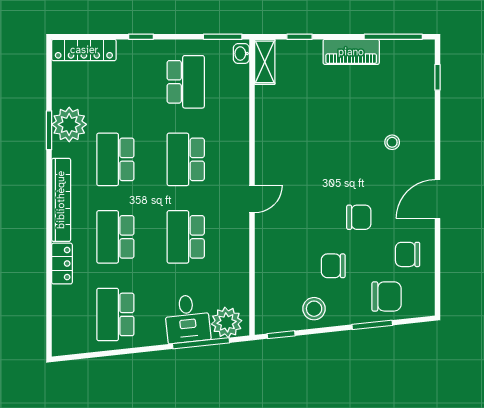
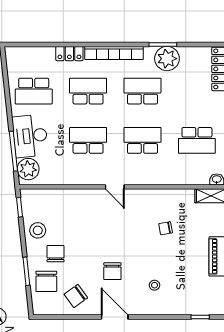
chair: (311, 126) -> (166, 228), added
chair: (359, 217) -> (112, 271), moved
chair: (408, 254) -> (76, 296), turned -126
chair: (333, 266) -> (56, 254), moved
school desk: (115, 314) -> (34, 91), turned 180
desk: (187, 319) -> (30, 136), width x1.37

